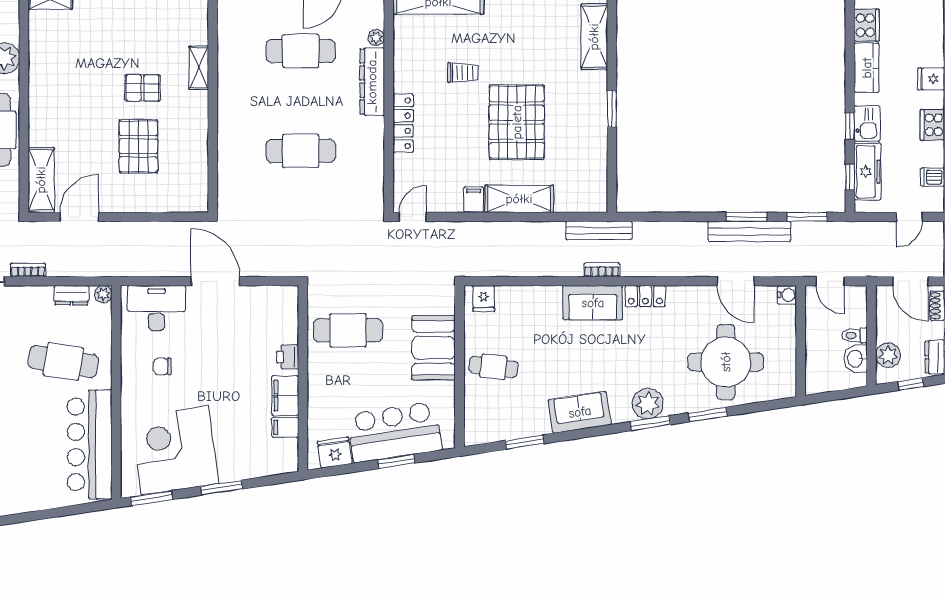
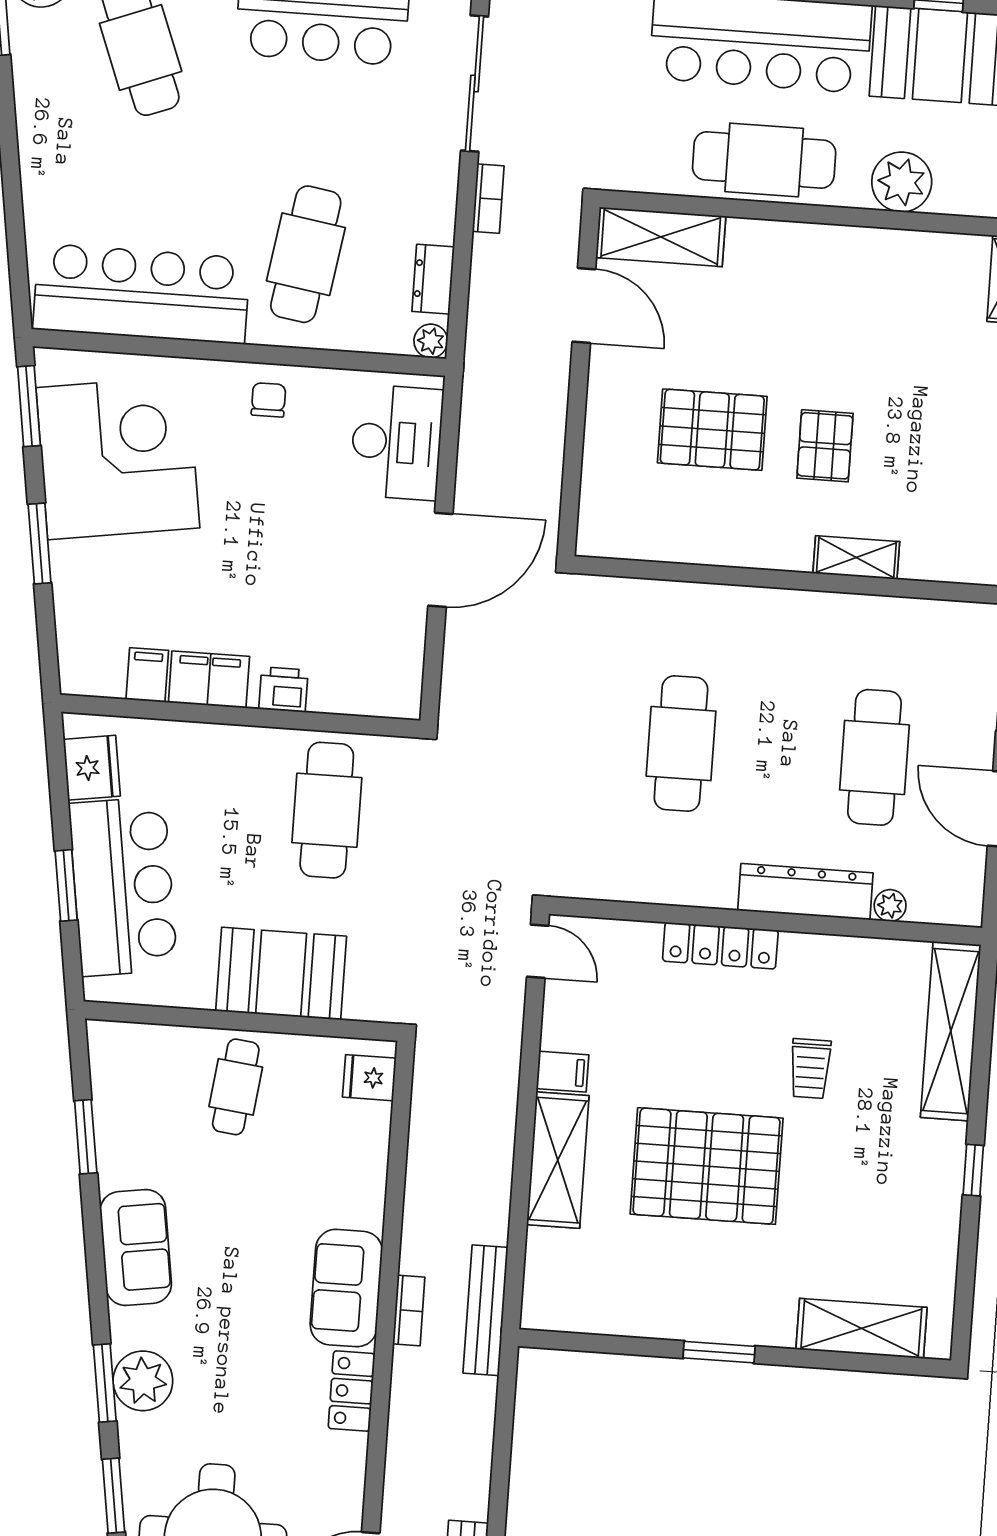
chair: (162, 366) -> (268, 400), moved

